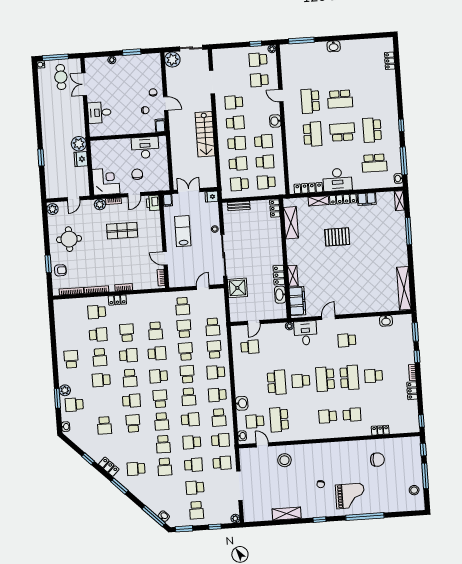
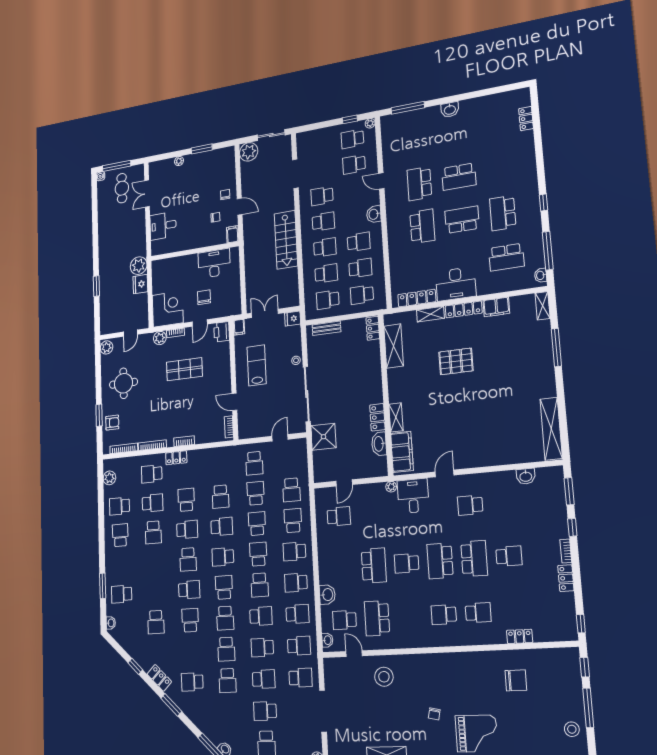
school desk: (374, 376) -> (509, 556), turned 180
school desk: (101, 380) -> (120, 506), moved
plant: (65, 390) -> (109, 478), moved
school desk: (219, 418) -> (297, 614), turned -90

